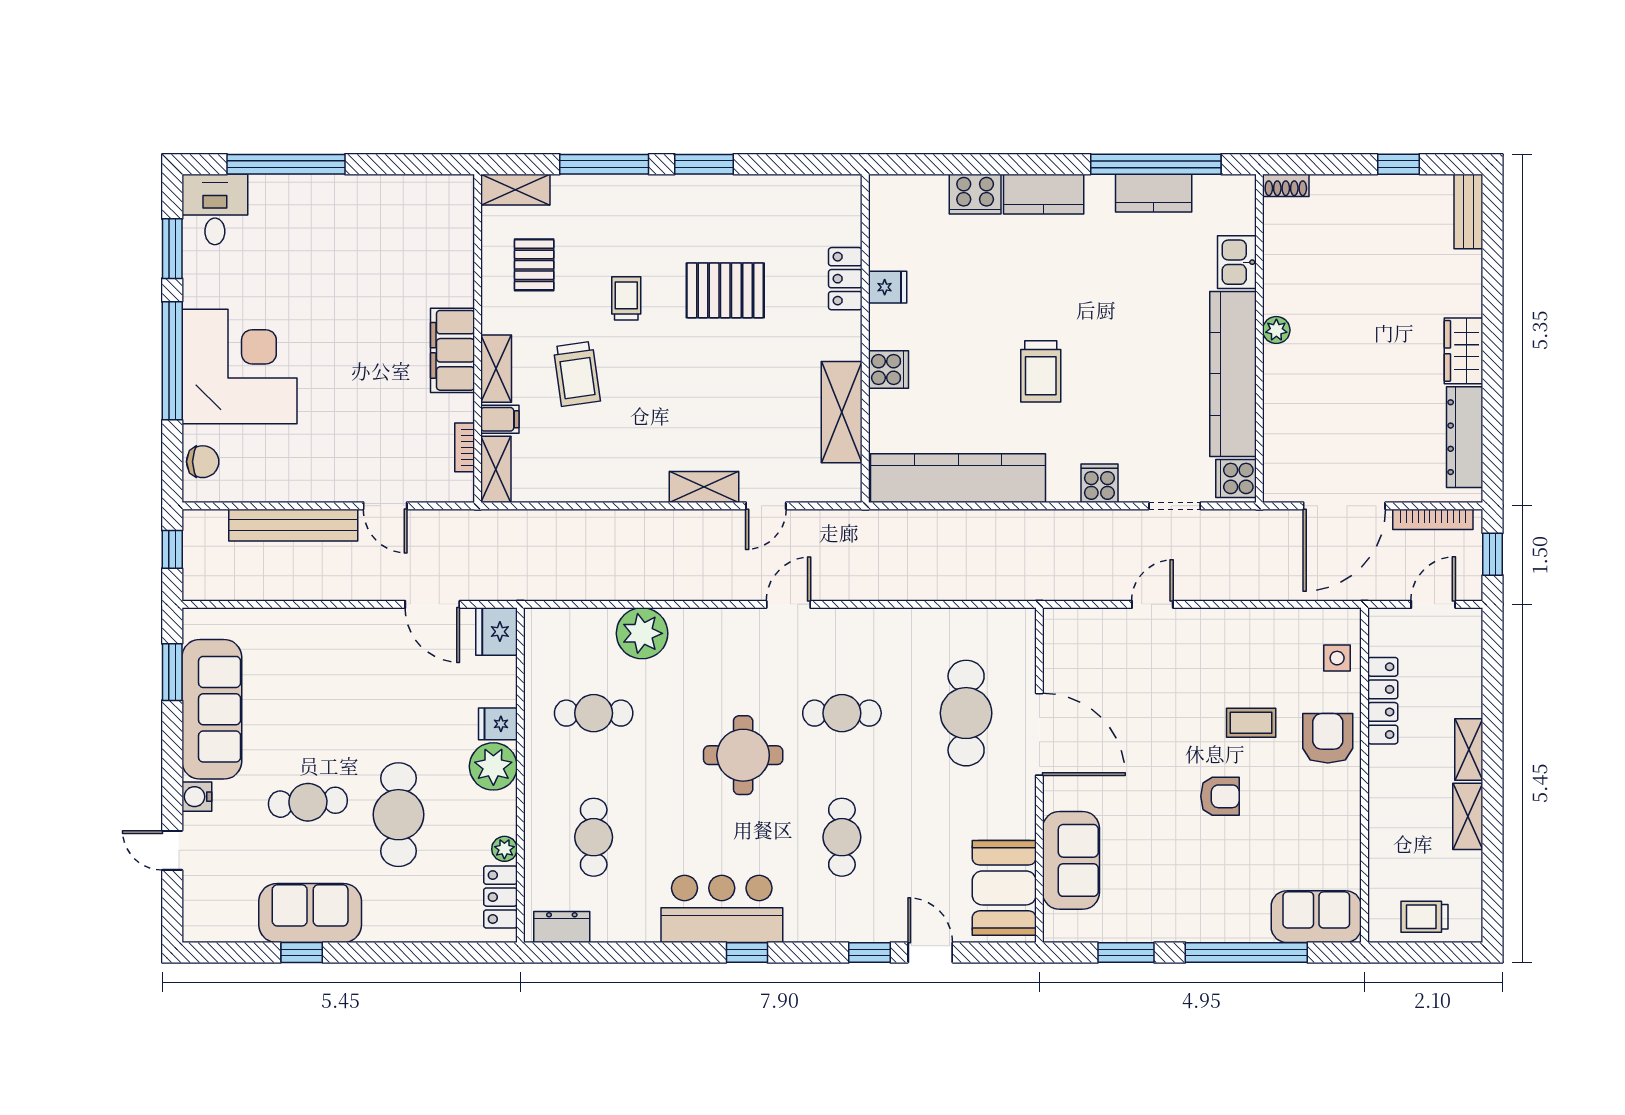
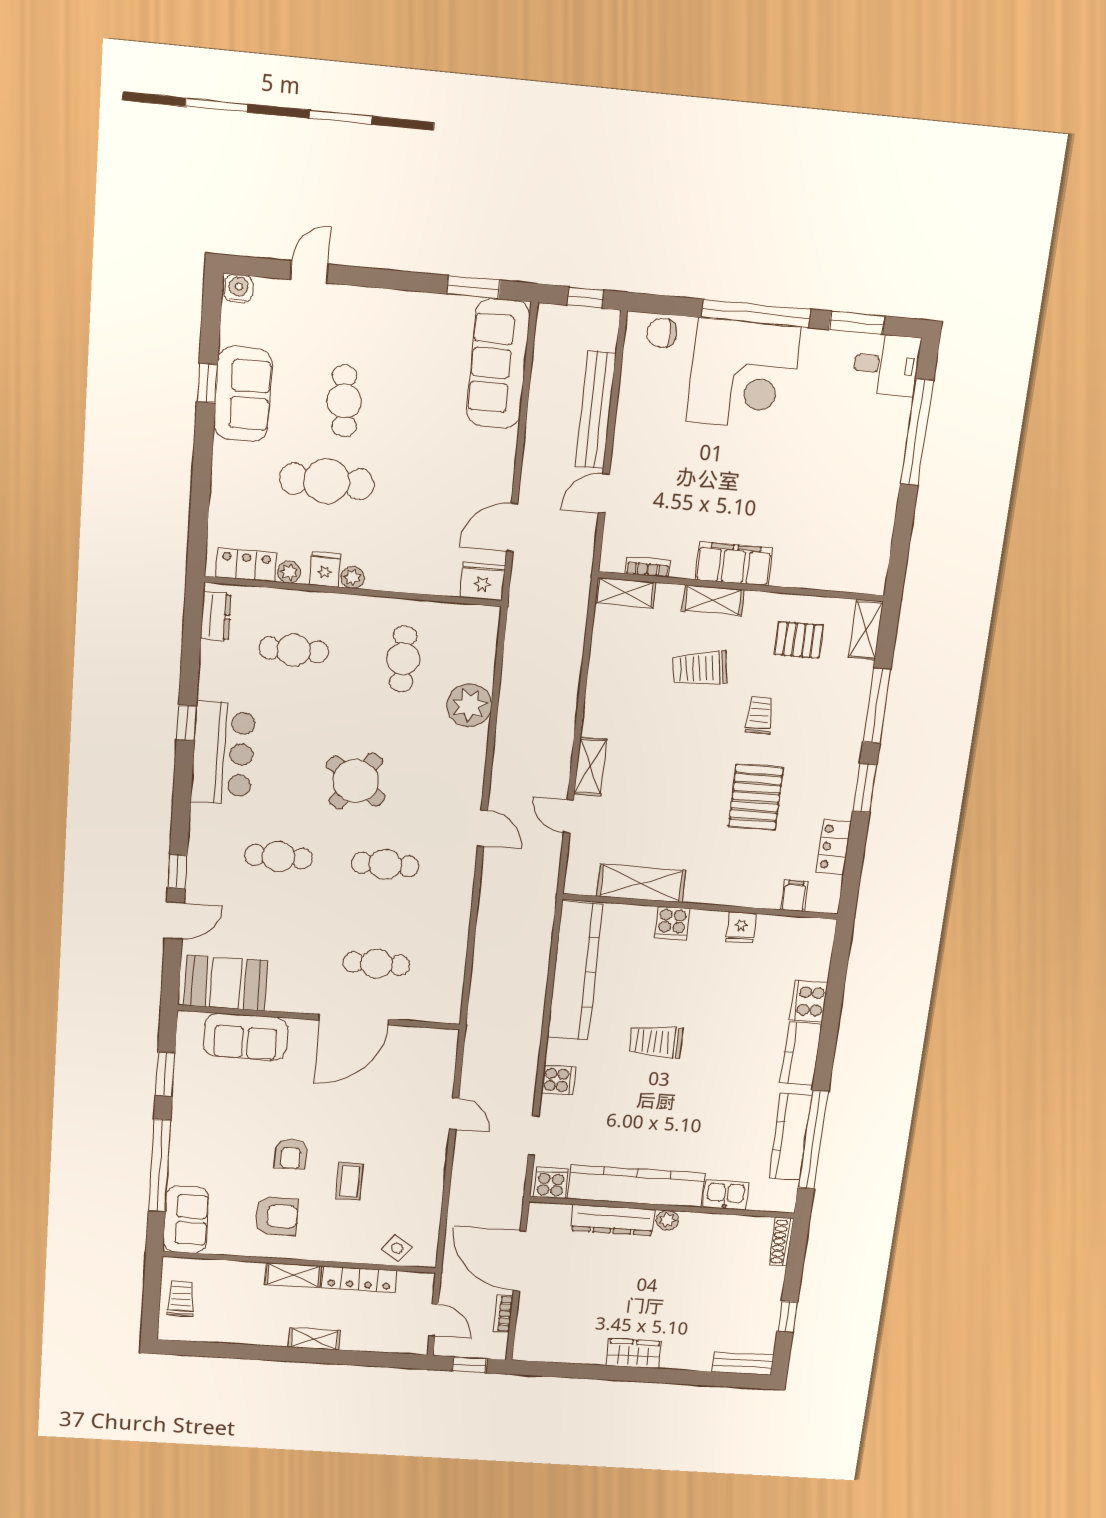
shoe rack: (1286, 185) -> (781, 1242), width x1.43
kitchen counter: (1154, 193) -> (790, 1137), width x1.50
locker: (845, 279) -> (834, 847), moved, turned -90
trolley: (626, 298) -> (760, 715), turned -90
filing cabinet: (500, 419) -> (795, 896), moved, turned 180
dresser: (1465, 437) -> (613, 1220), moved, turned 180
chair: (203, 462) -> (662, 333), turned 90
bookcase: (1433, 519) -> (503, 1314), width x0.64
side table: (1337, 658) -> (397, 1248), turned 35
sofa: (212, 709) -> (498, 364), moved, turned 90
cafe table: (842, 713) -> (385, 865), turned 90
cafe table: (966, 713) -> (377, 964), width x0.73, depth x0.74
fridge: (498, 724) -> (325, 569), moved
armchair: (1328, 738) -> (277, 1216), moved
round table: (743, 755) -> (356, 781), turned 36
plant: (493, 766) -> (353, 577), width x0.53, depth x0.53
water cooler: (197, 797) -> (239, 289), moved
shelving: (1468, 816) -> (293, 1275), moved
window: (747, 953) -> (186, 723), moved

